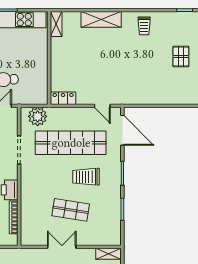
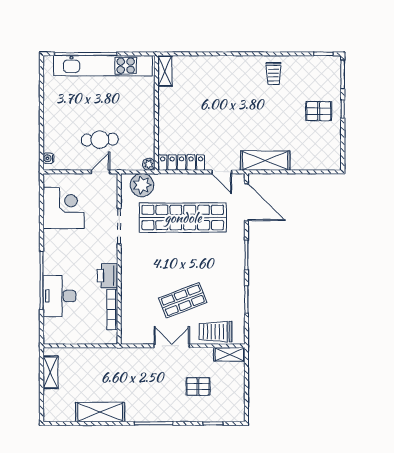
shelving: (101, 19) -> (265, 161), moved
pallet: (181, 57) -> (319, 111), turned 90
locker: (63, 98) -> (182, 163), width x1.53
plant: (43, 100) -> (149, 164), added
trolley: (86, 177) -> (215, 332), moved
shop shelf: (71, 210) -> (183, 300), turned -30

